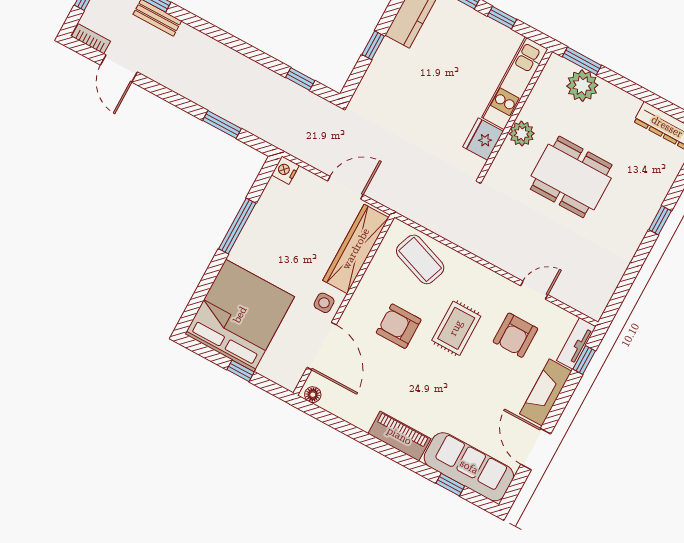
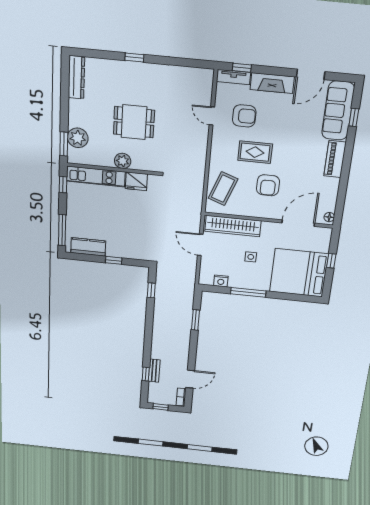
window: (502, 18) -> (63, 185), moved
nightstand: (285, 170) -> (221, 281), moved
dining table: (571, 177) -> (134, 122), width x0.73
side table: (324, 303) -> (251, 257), moved

